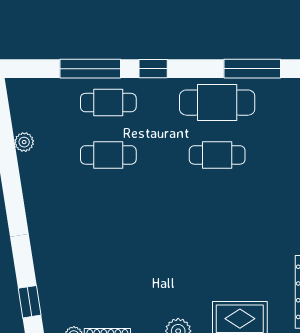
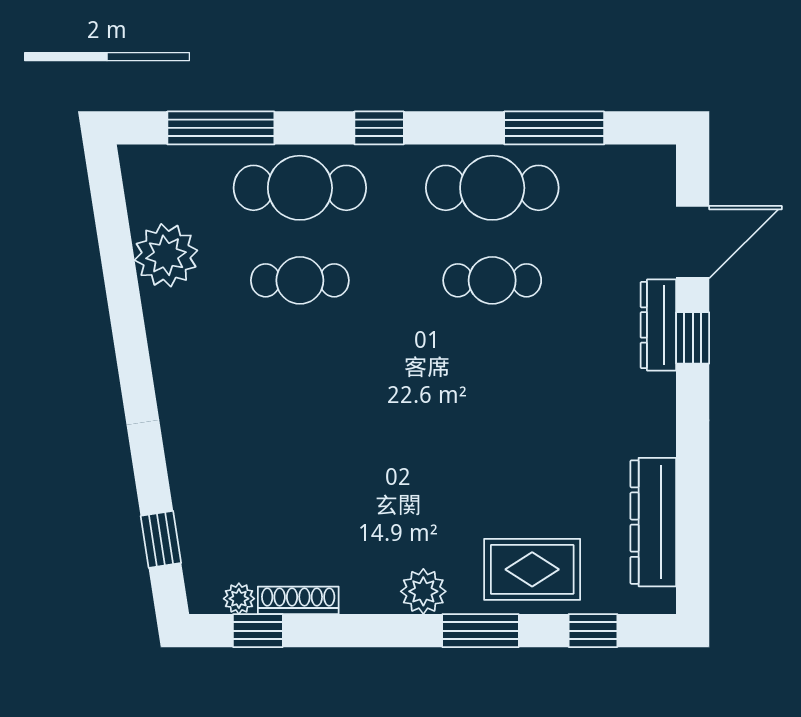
window: (90, 69) -> (221, 128), moved
cafe table: (108, 103) -> (300, 188), width x1.37, depth x1.35
plant: (24, 142) -> (166, 255), width x1.88, depth x1.88

